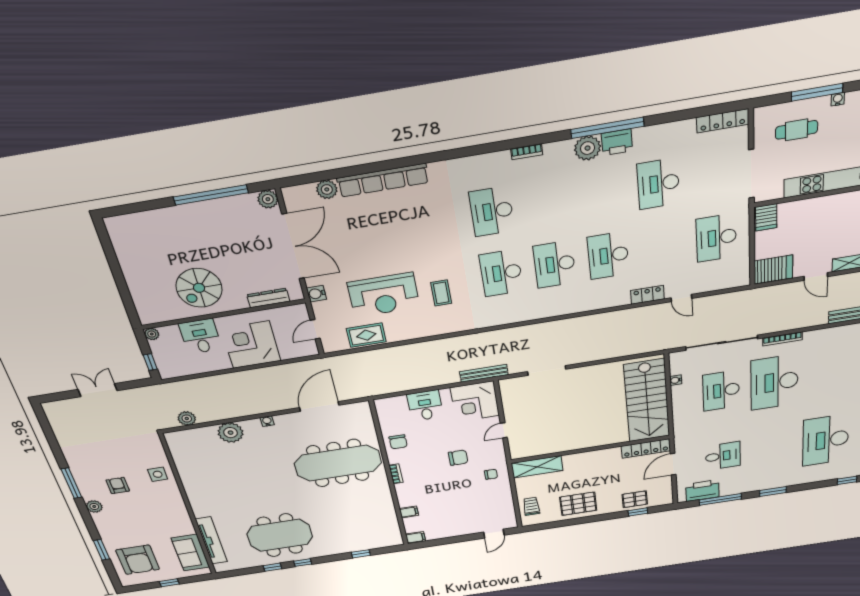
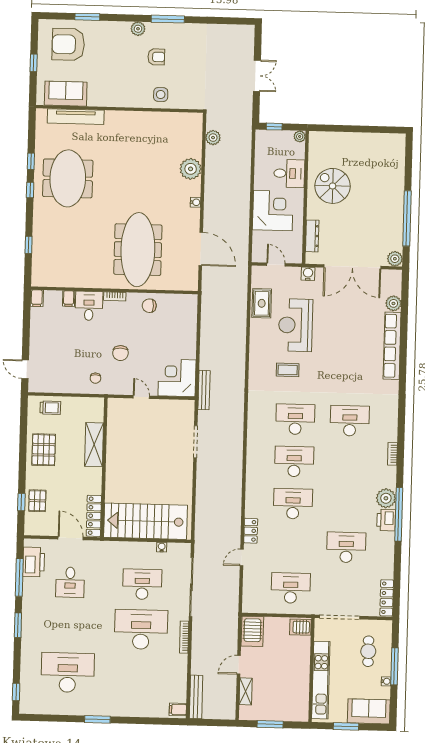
desk: (425, 406) -> (89, 306), moved, turned -90
shelving: (537, 467) -> (94, 445), moved

